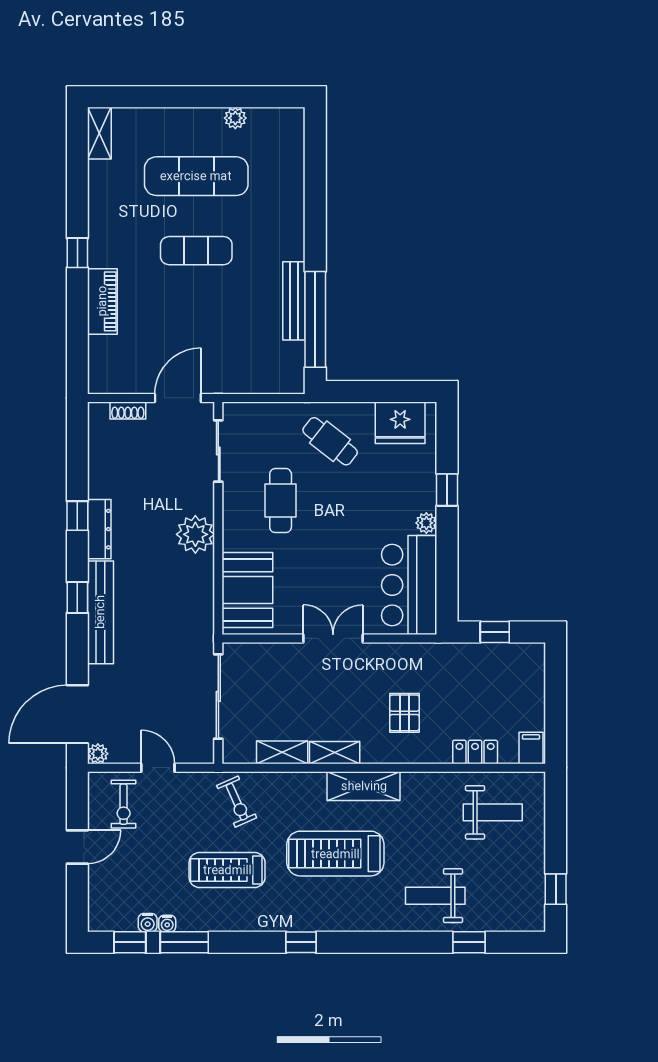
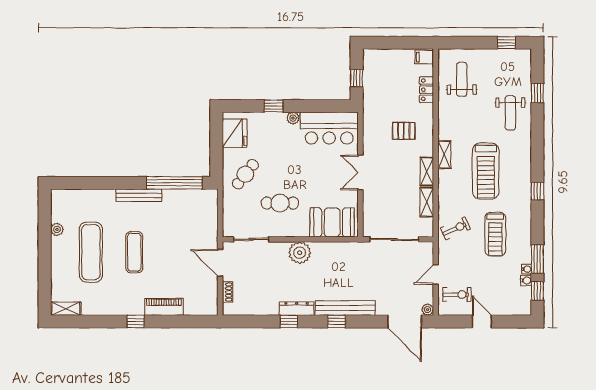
bench: (294, 301) -> (139, 195), moved
shelving: (364, 786) -> (444, 155), width x0.67, depth x0.75

